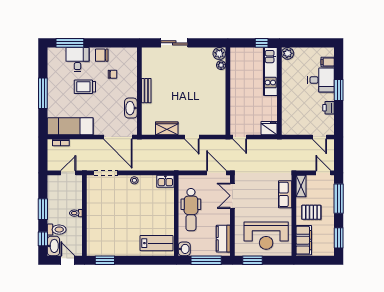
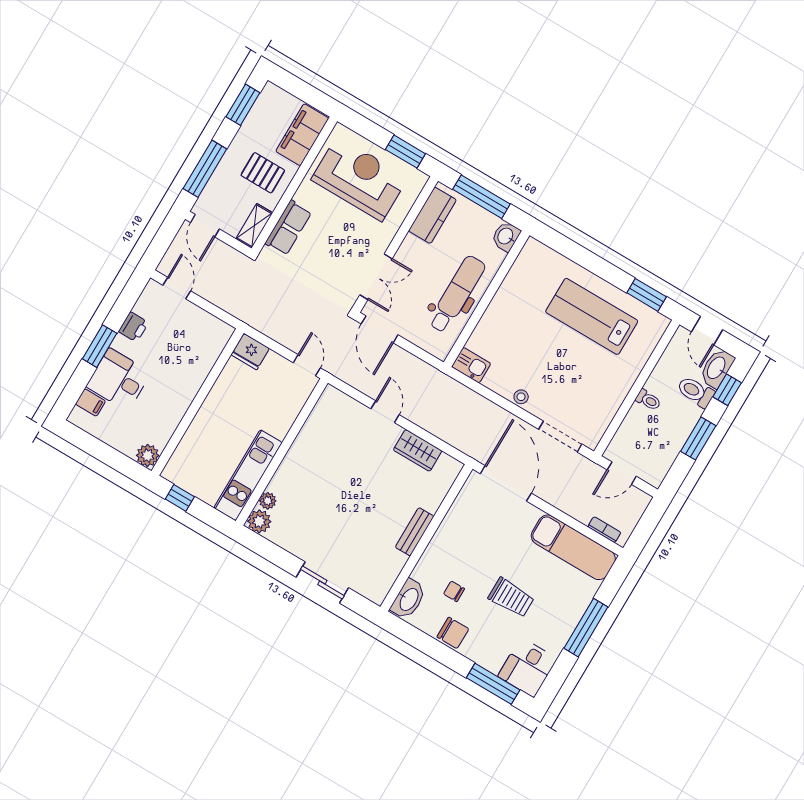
desk: (78, 60) -> (527, 667), moved
kitchen unit: (270, 71) -> (248, 475), moved, turned 180
washbasin: (131, 108) -> (408, 599), moved
lab bench: (157, 243) -> (592, 316), moved, width x1.36, depth x1.39

